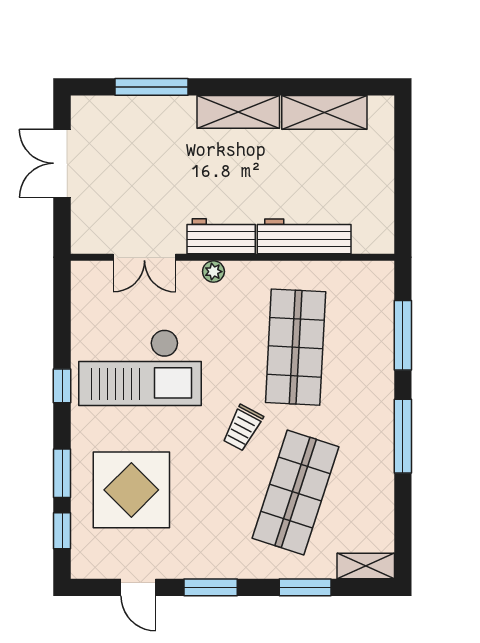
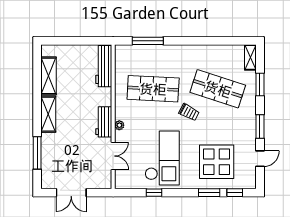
workbench: (304, 236) -> (104, 66), moved
window: (62, 386) -> (154, 193), moved
window: (403, 436) -> (193, 41), removed

